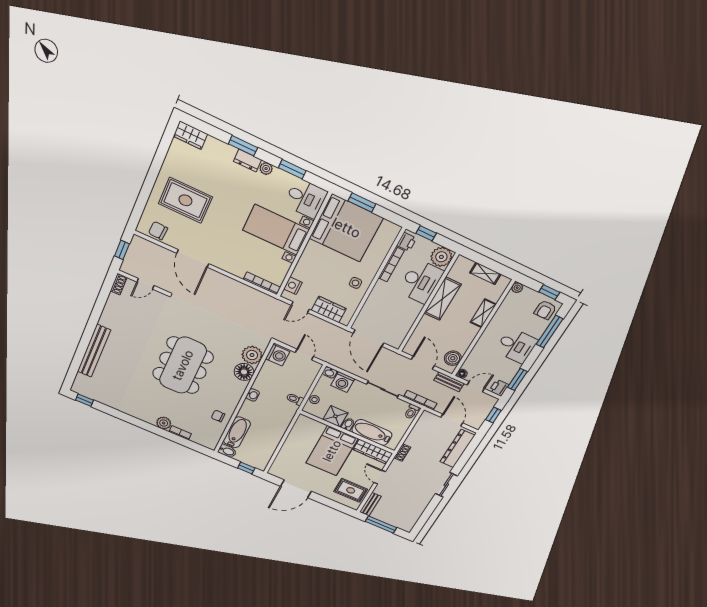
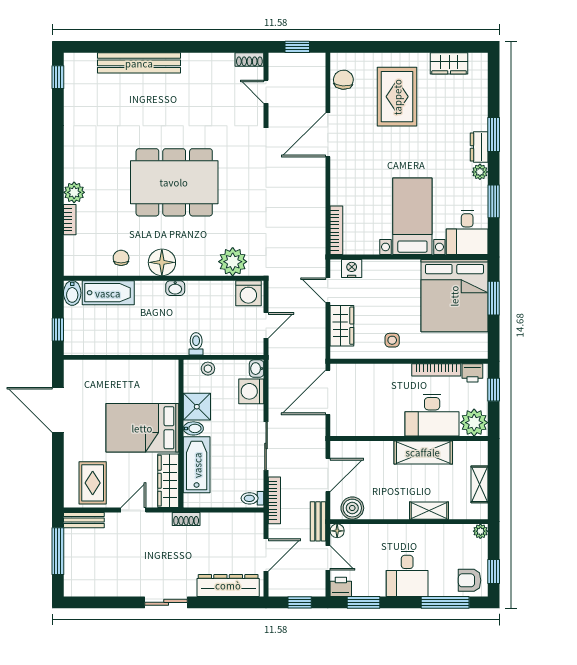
wardrobe: (190, 135) -> (449, 63), moved, turned -90
floor lamp: (244, 372) -> (162, 262), moved

